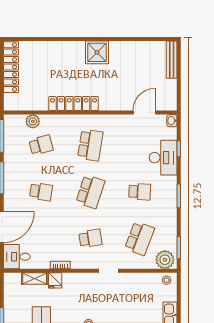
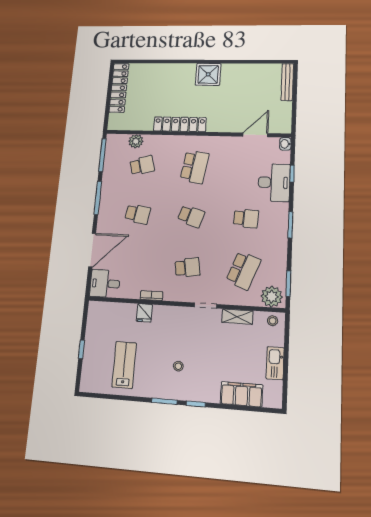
school desk: (90, 192) -> (191, 216), width x0.54
shelving: (35, 279) -> (237, 317), moved

